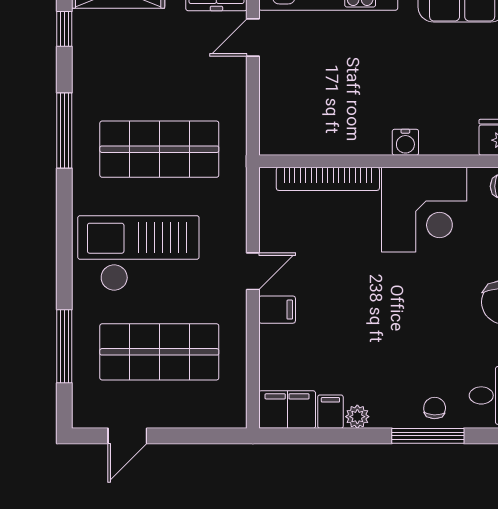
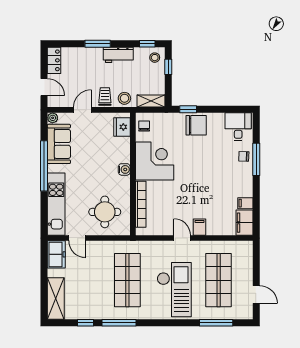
window: (64, 29) -> (85, 323), moved
round table: (311, 99) -> (105, 212), added
checkout: (138, 253) -> (174, 290), turned 180
plant: (357, 417) -> (248, 191), removed

